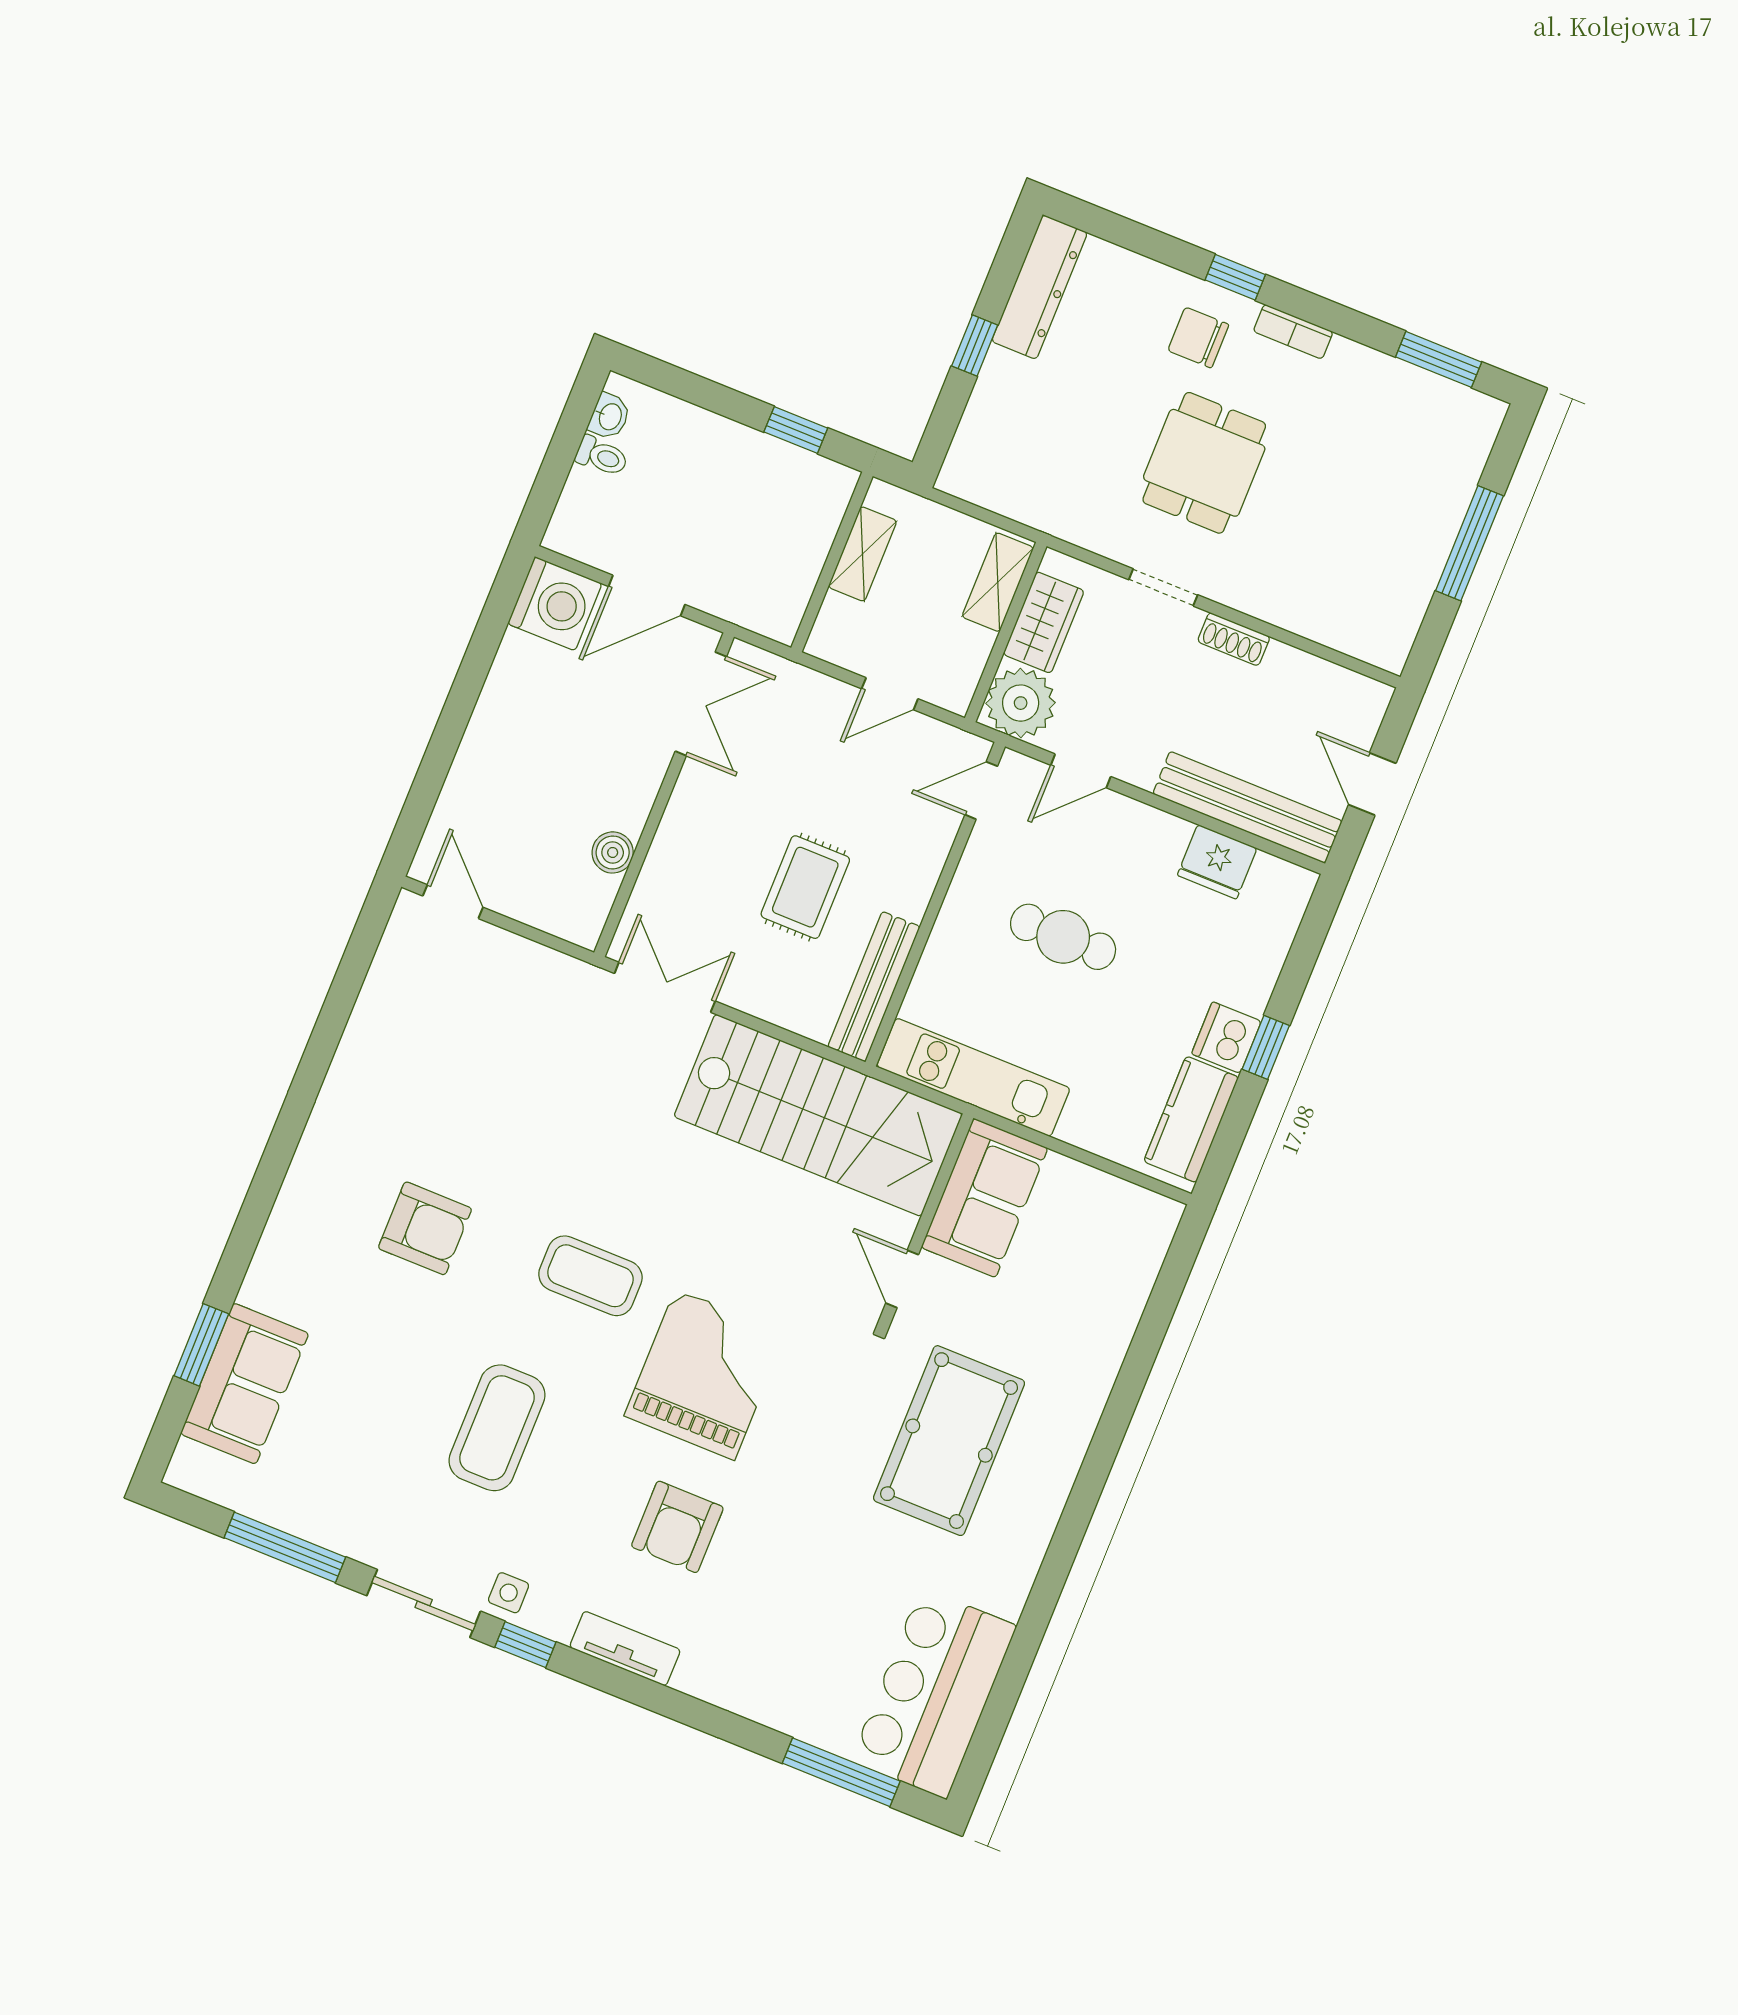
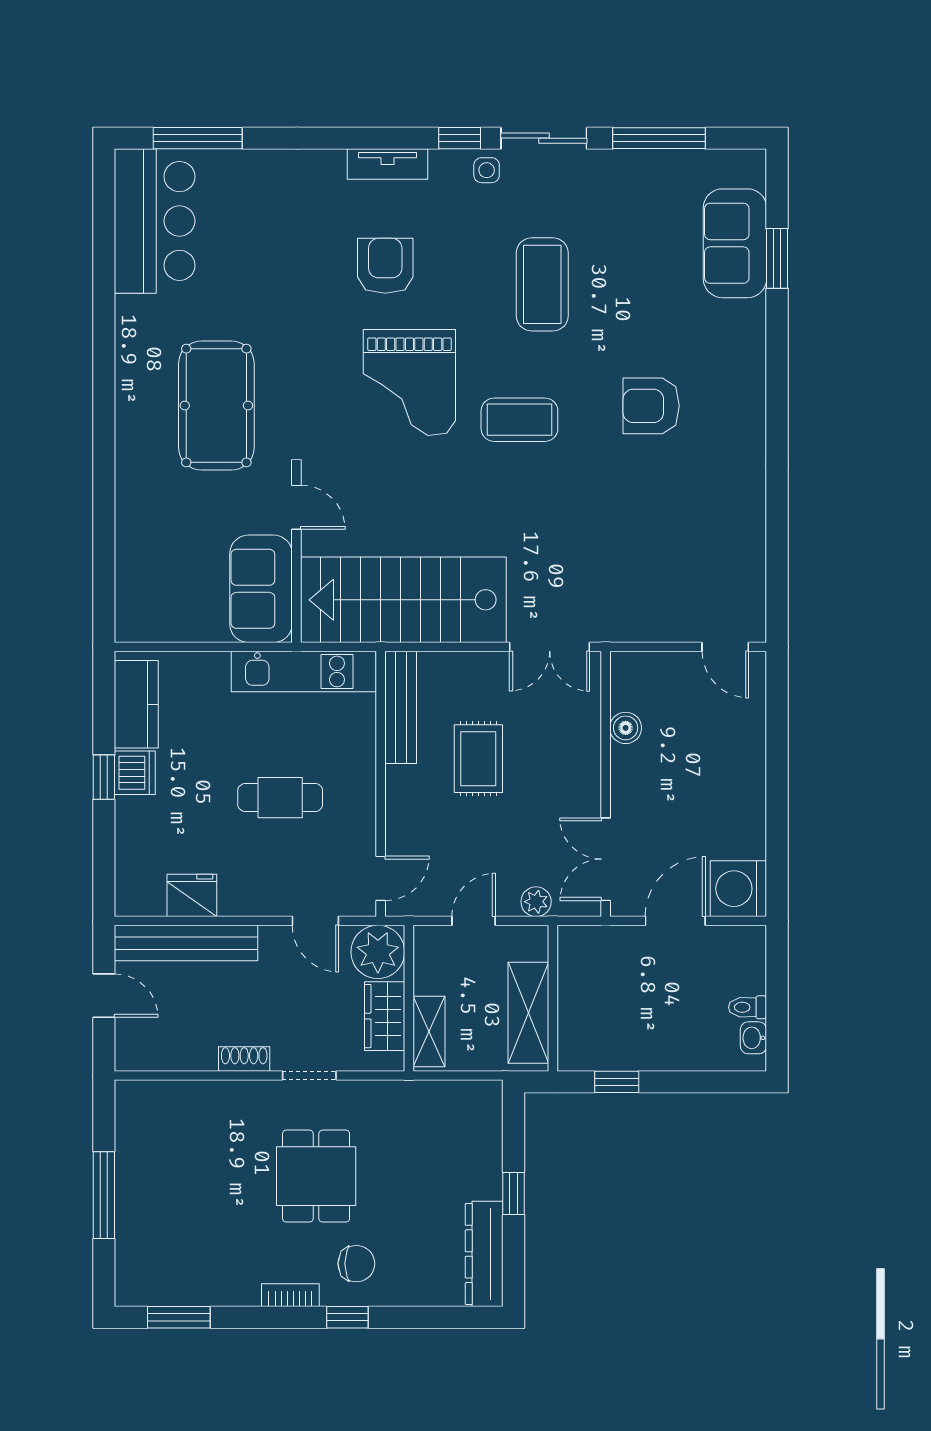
shelving: (863, 554) -> (528, 1013), width x1.50, depth x1.33
plant: (805, 686) -> (536, 902), added
door: (1081, 771) -> (315, 921), swing flipped

